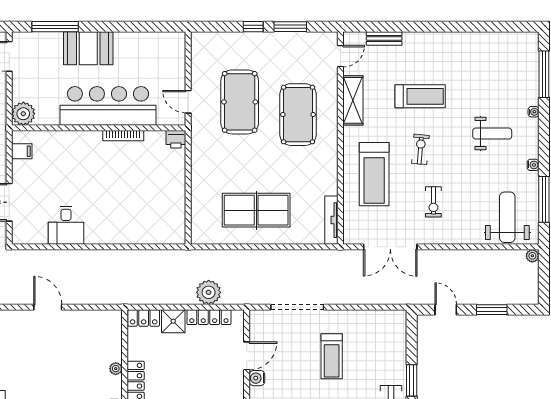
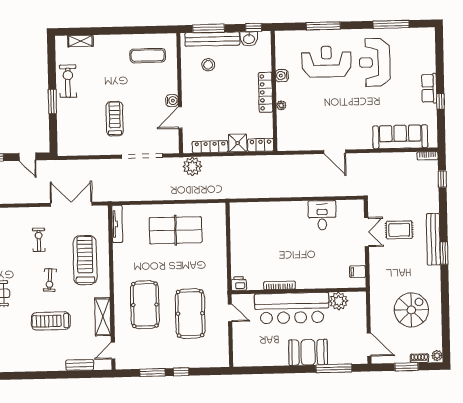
plant: (23, 114) -> (339, 301), moved
plant: (209, 292) -> (192, 166), moved

